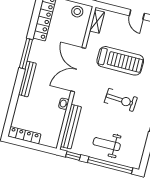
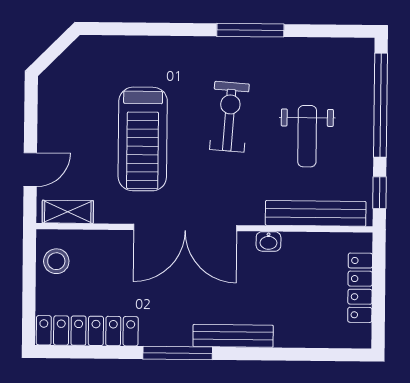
door: (137, 14) -> (30, 170), moved
treadmill: (120, 61) -> (143, 139), turned 180
locker: (24, 135) -> (360, 288), moved
weight bench: (107, 144) -> (307, 136), moved

